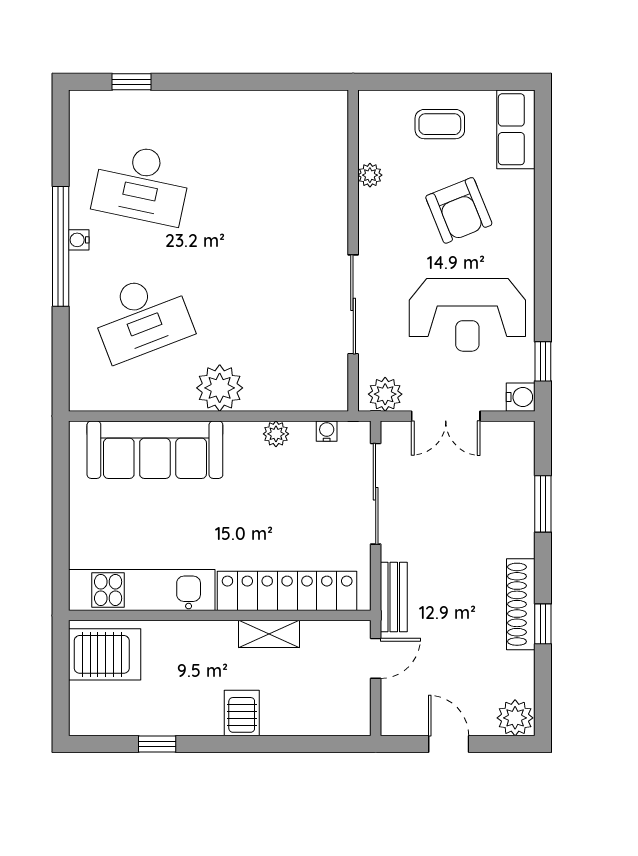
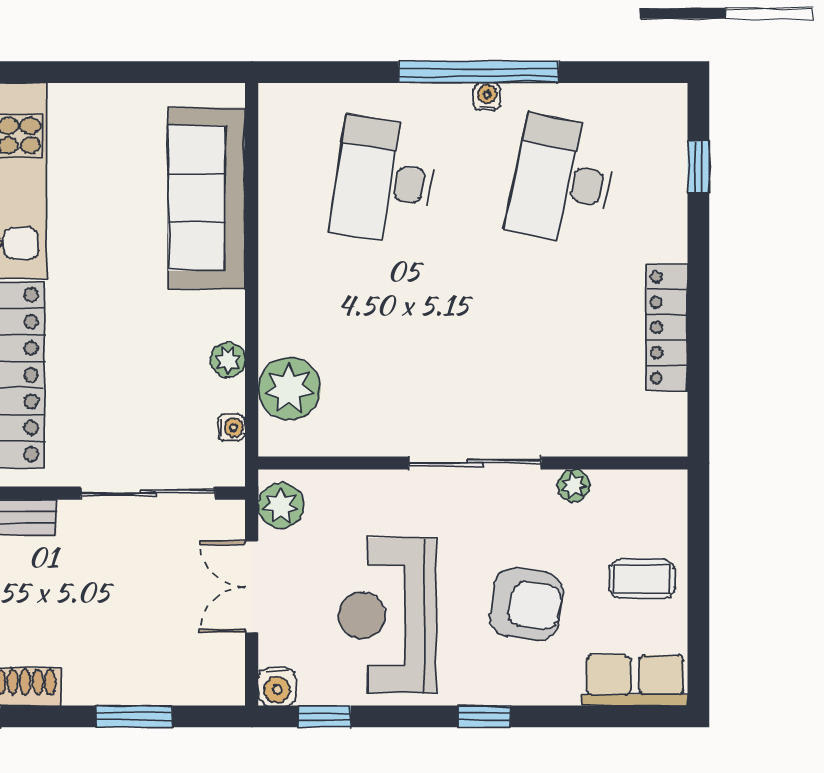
locker: (252, 105) -> (667, 327), added
coffee table: (440, 124) -> (642, 579), turned 90
armchair: (459, 210) -> (527, 604), turned -150
window: (543, 242) -> (485, 716), added
sliding door: (353, 304) -> (475, 463), moved
desk: (142, 317) -> (384, 181), turned 30
plant: (220, 388) -> (289, 389), moved

